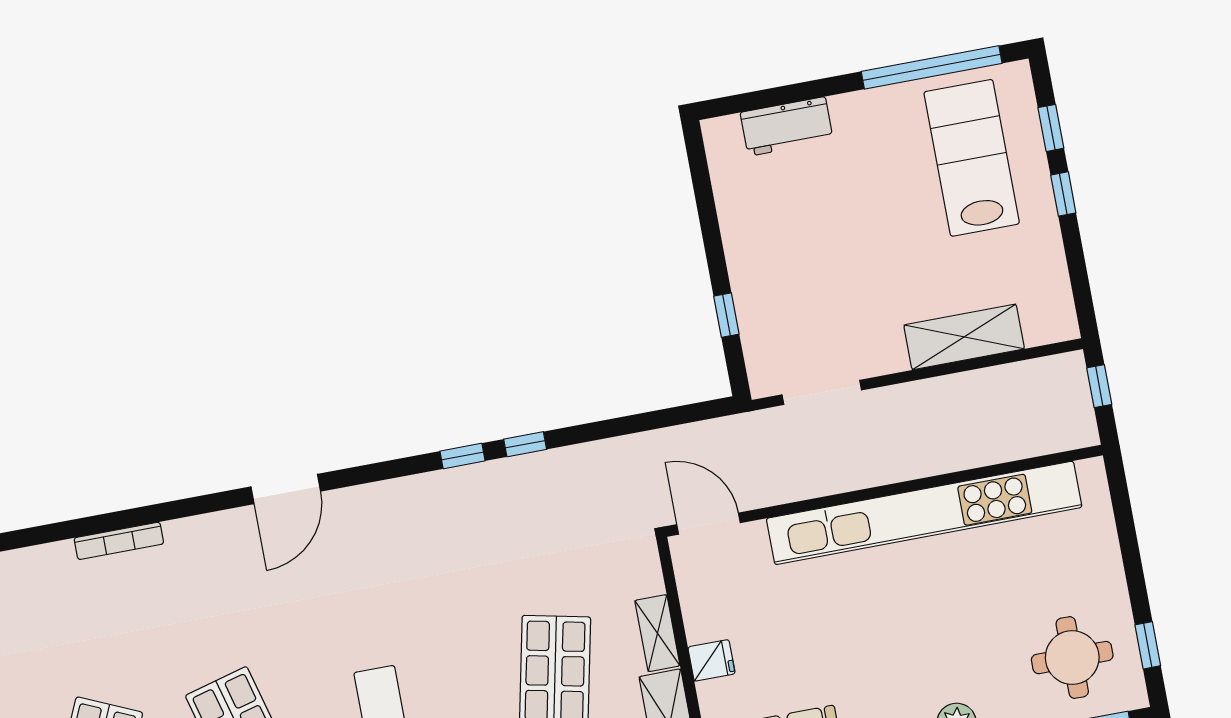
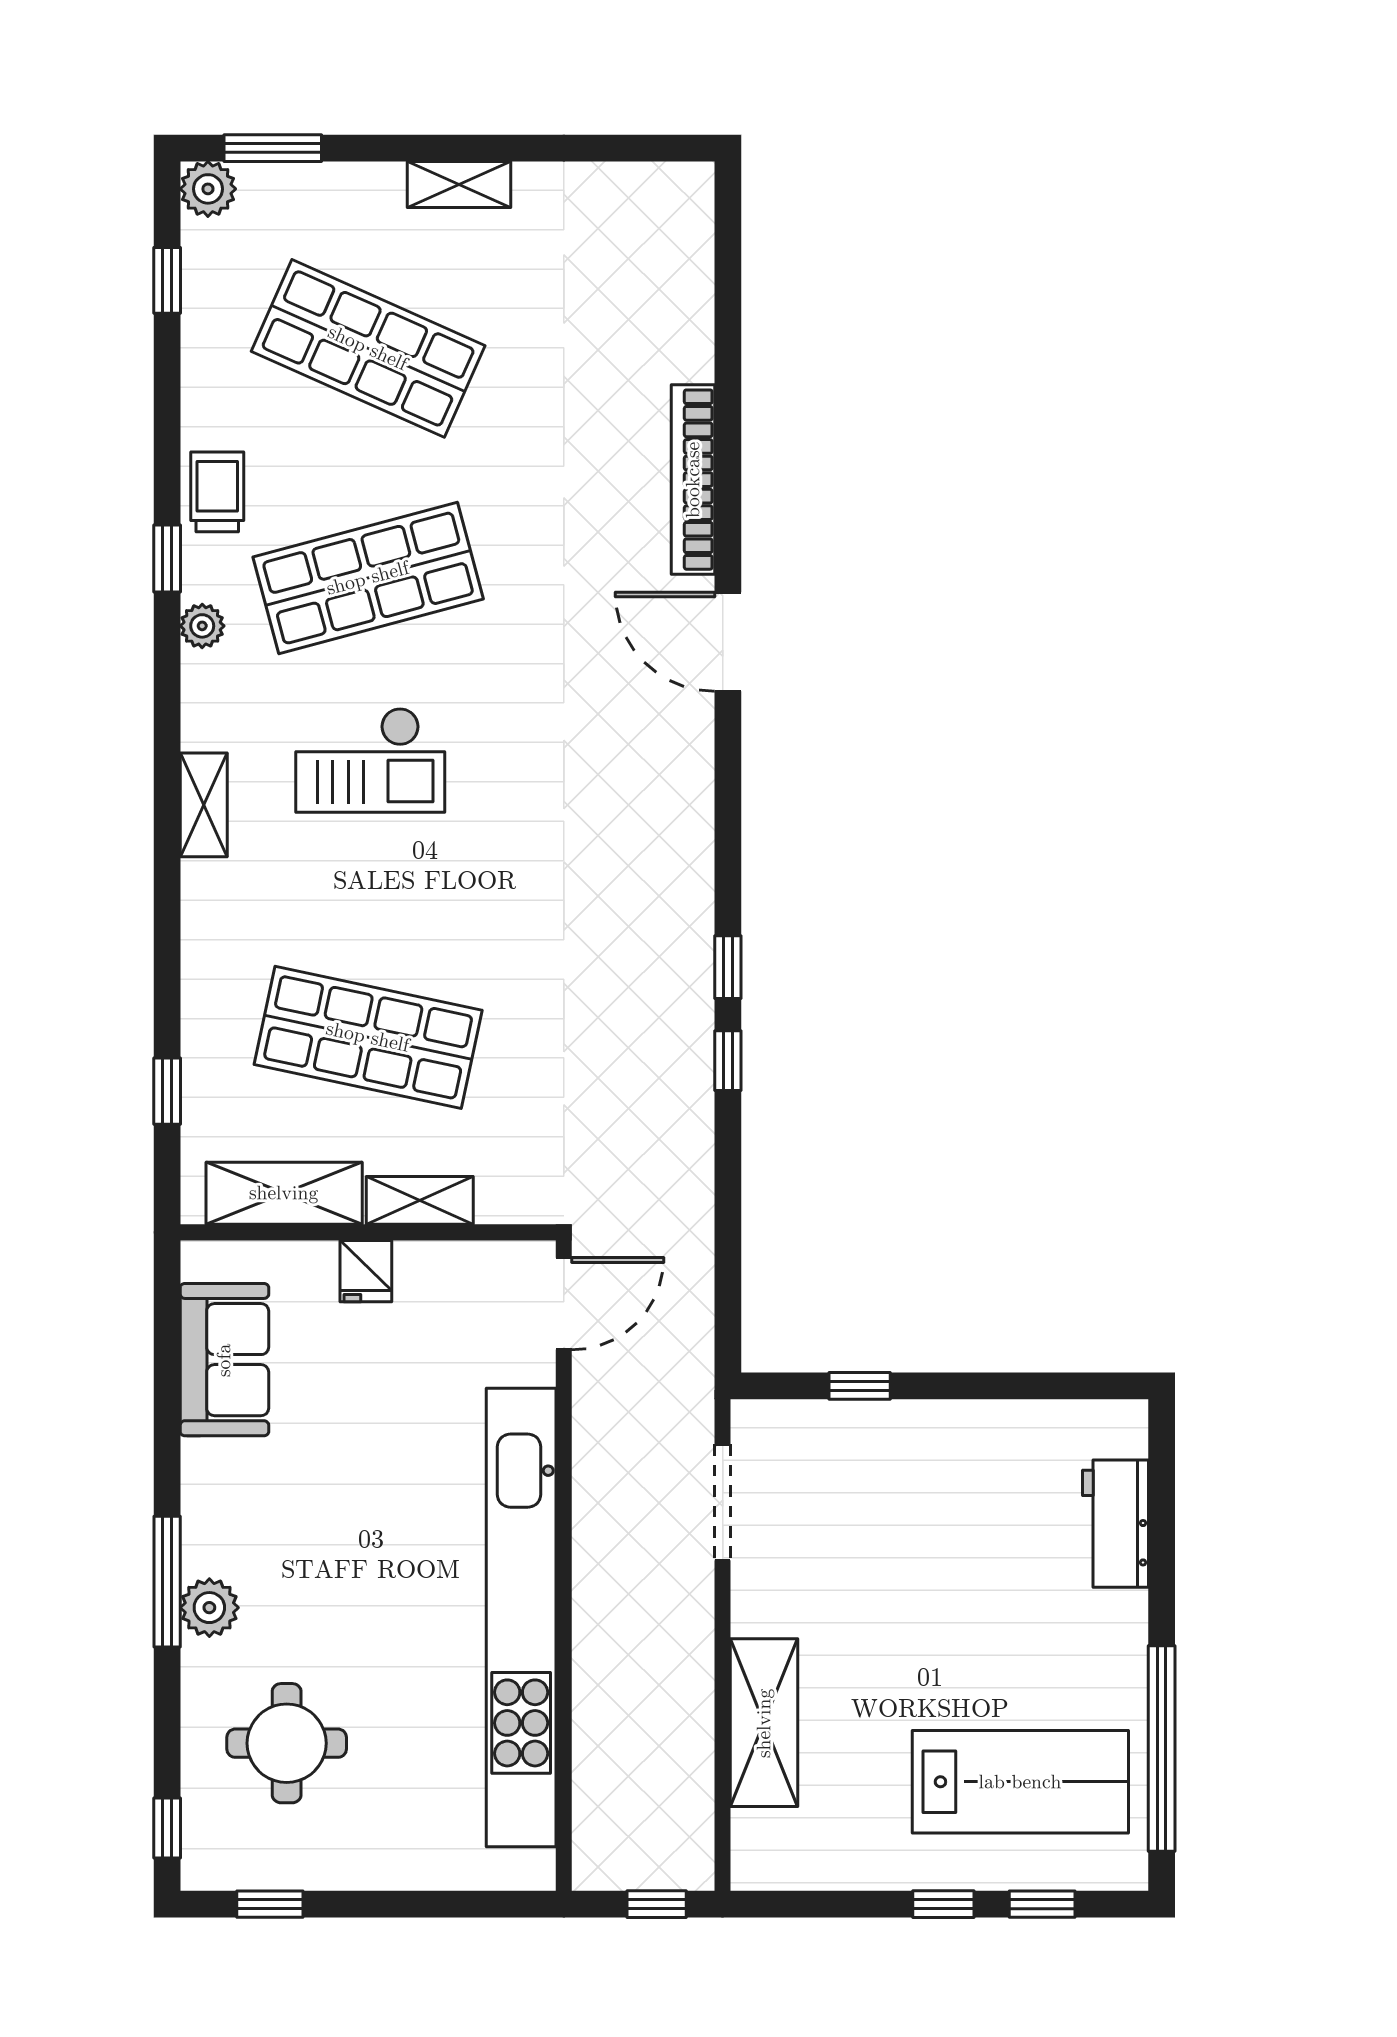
door: (286, 489) -> (728, 642), moved
bookcase: (119, 541) -> (693, 480), width x1.48, depth x1.31
round table: (1072, 658) -> (287, 1743), moved

